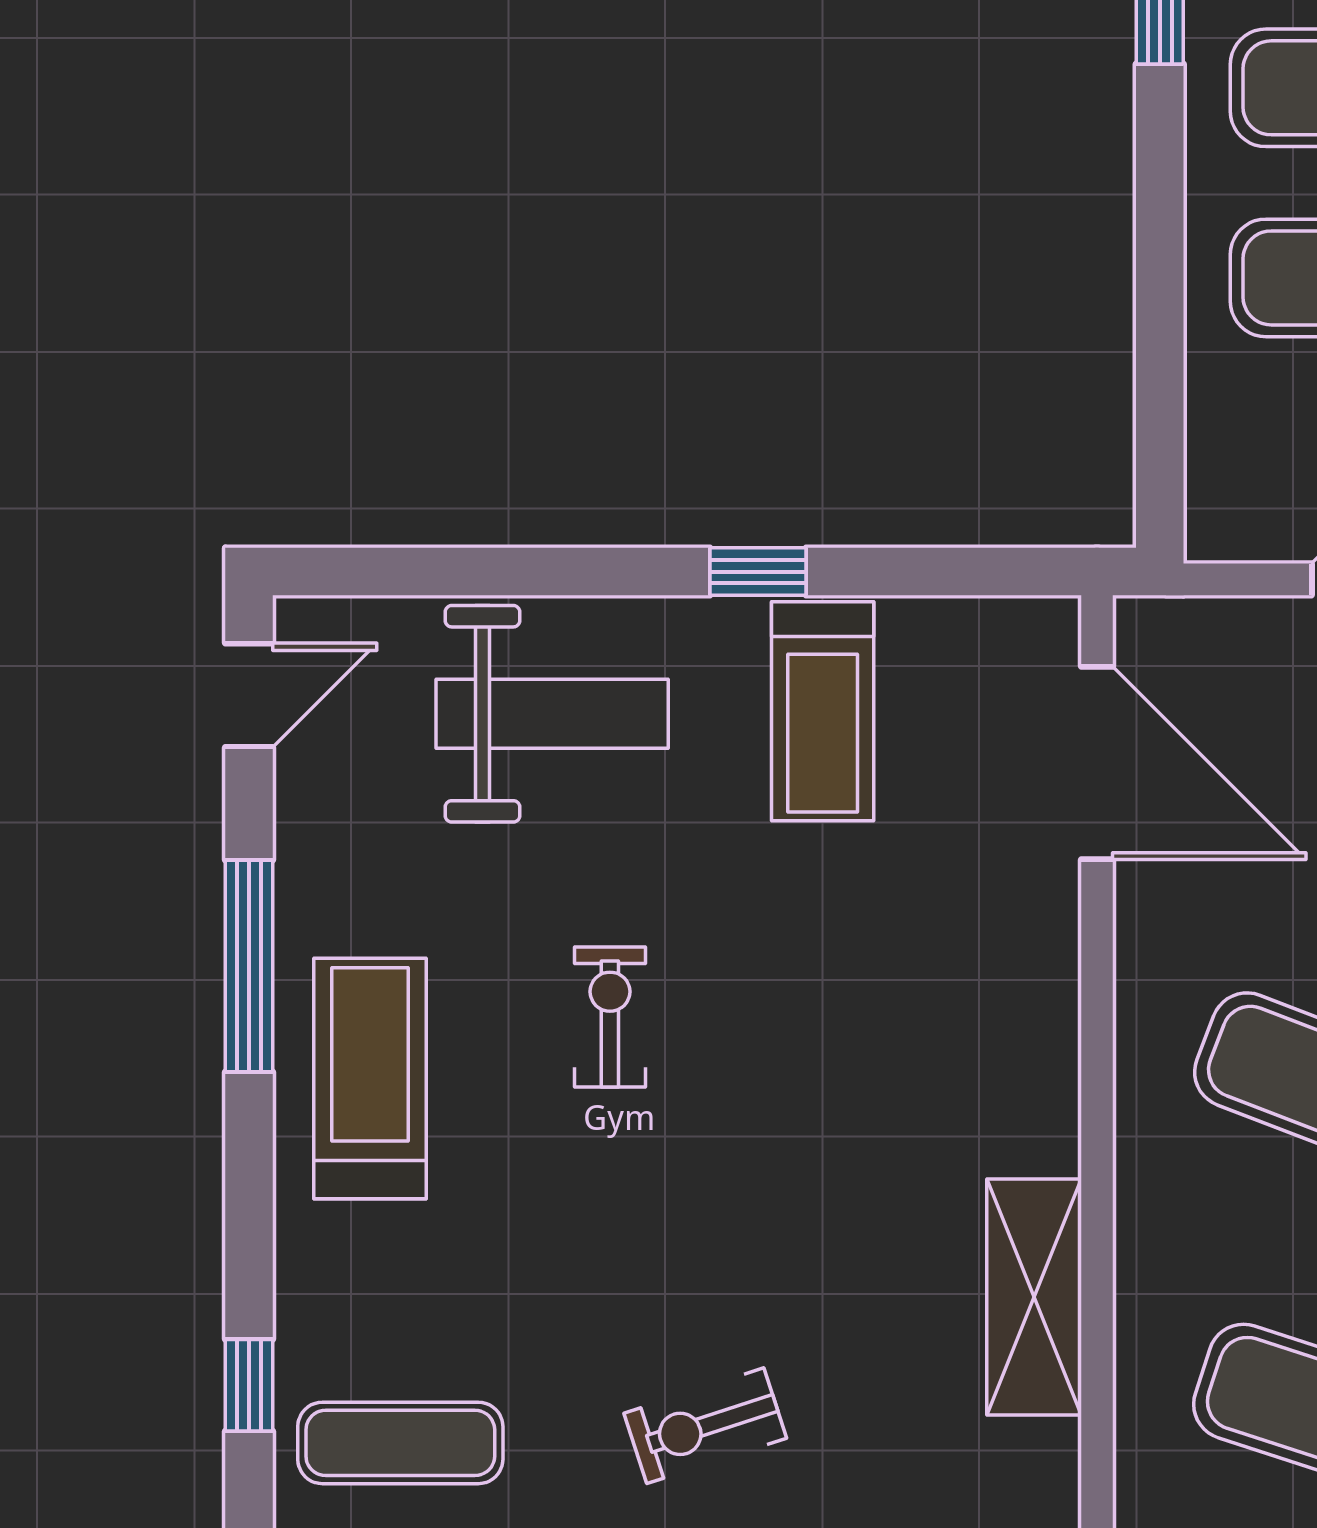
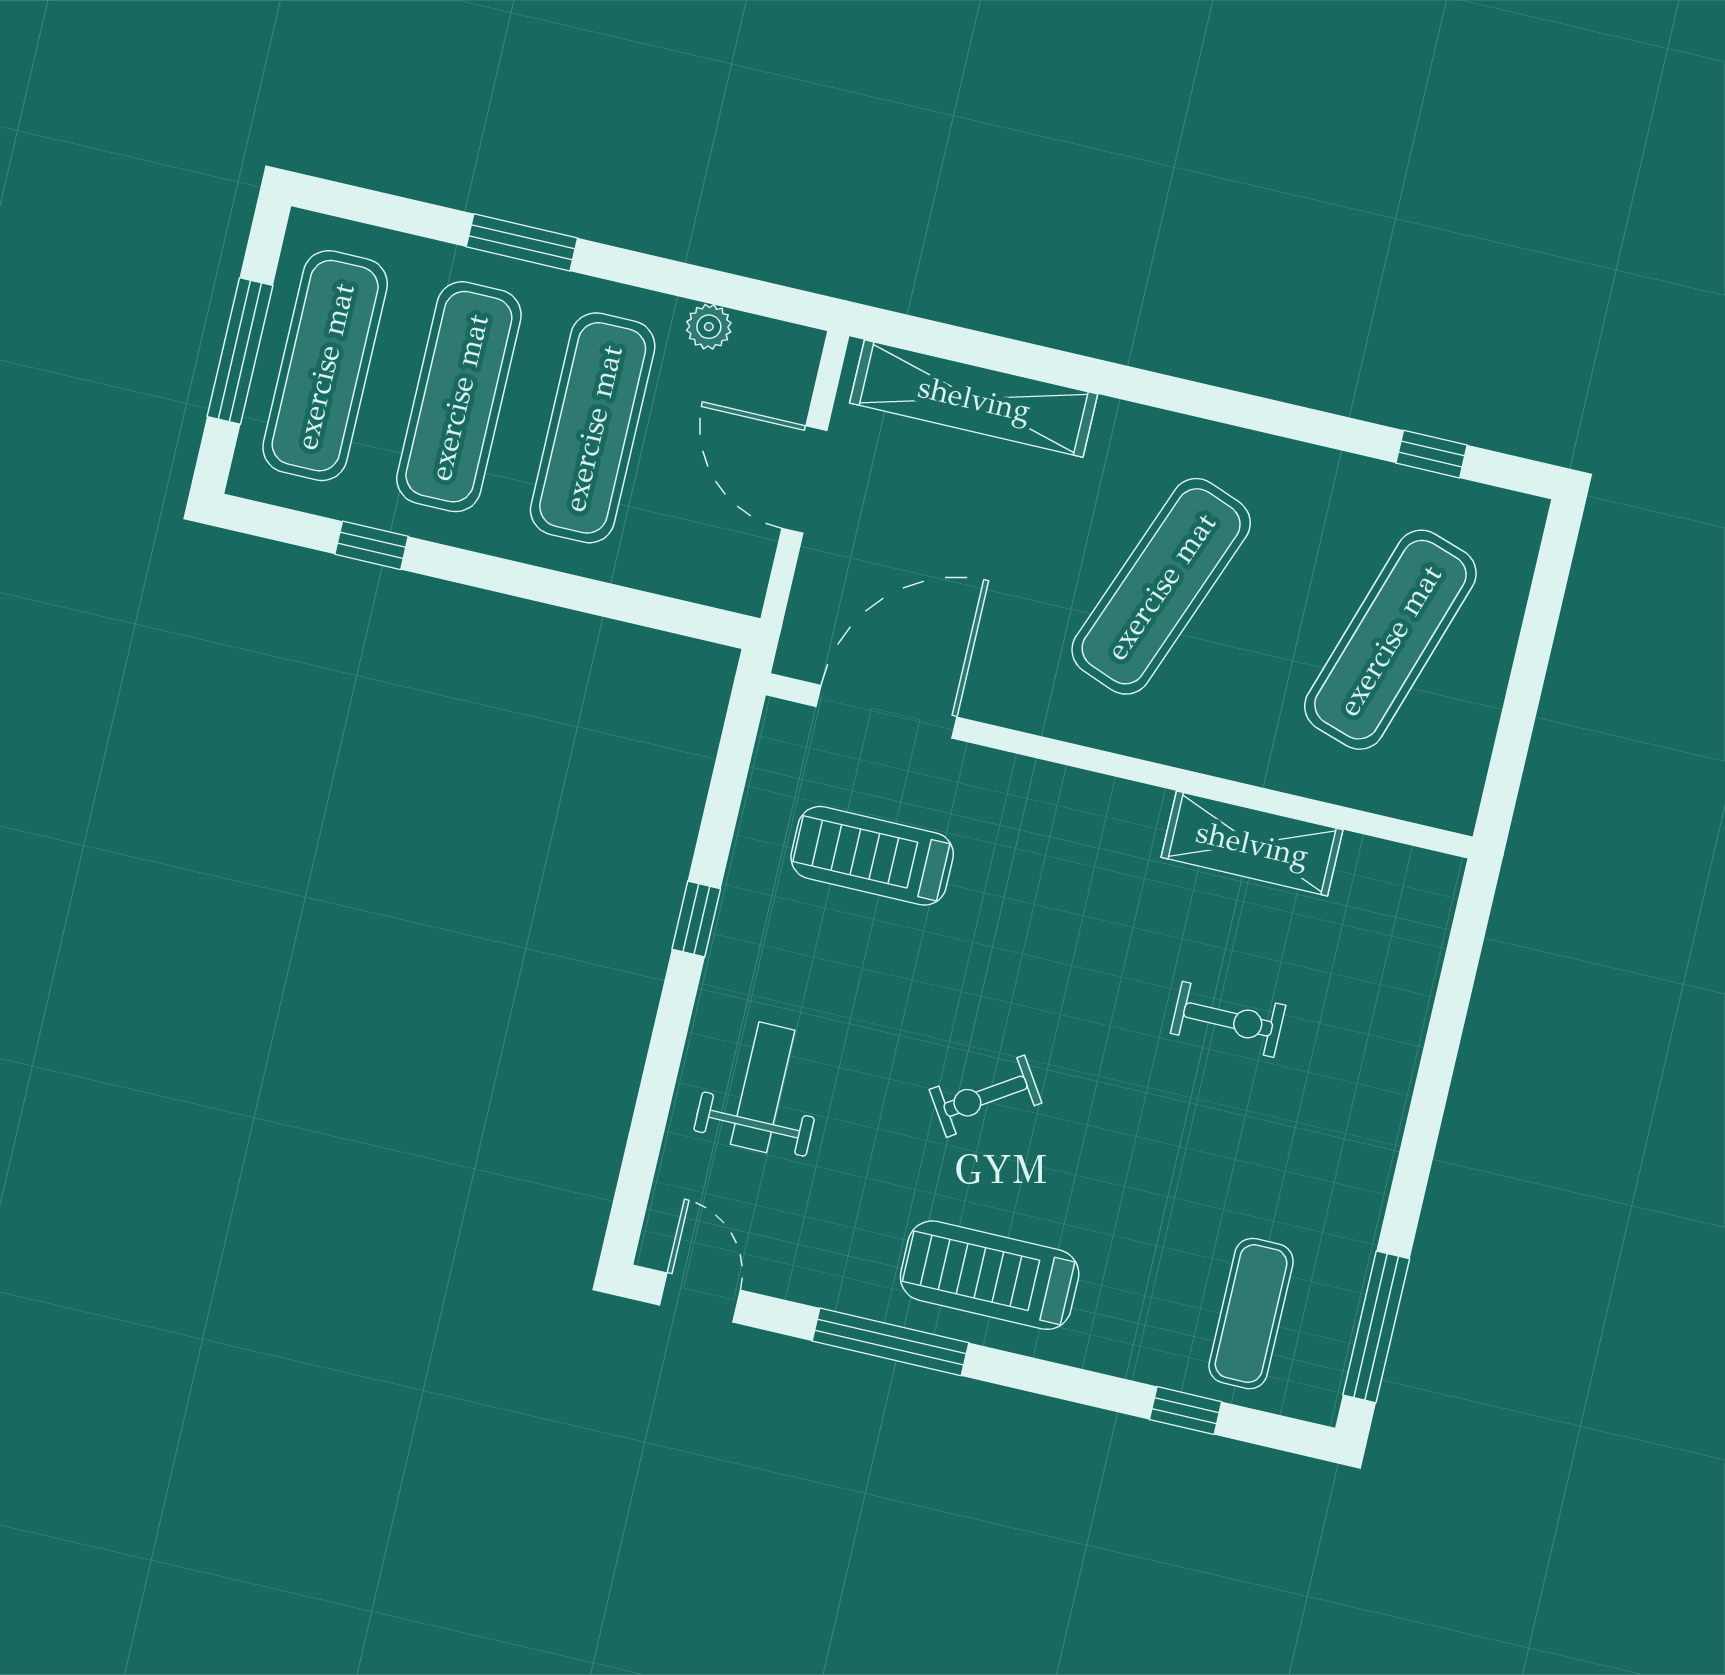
treadmill: (823, 711) -> (872, 856), moved, turned 180
weight bench: (552, 714) -> (763, 1087), width x0.73, depth x0.75
exercise bike: (610, 1017) -> (986, 1096), turned -33
exercise bike: (705, 1426) -> (1228, 1019), moved, turned -72

